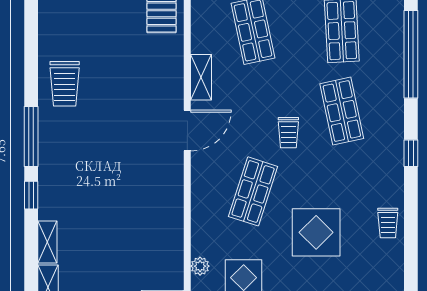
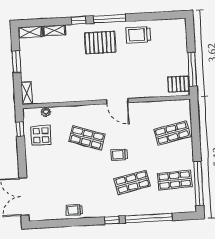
window: (411, 54) -> (149, 218), moved
shelving: (201, 77) -> (146, 107), removed
pallet: (75, 156) -> (100, 43), added
display table: (316, 232) -> (67, 172), removed

